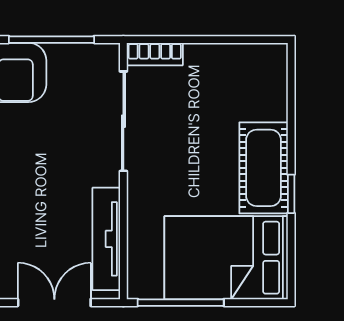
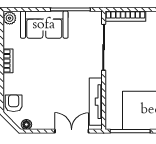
bookcase: (155, 54) -> (125, 16), width x1.56

